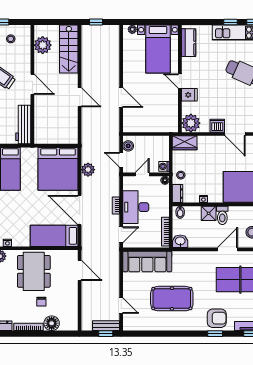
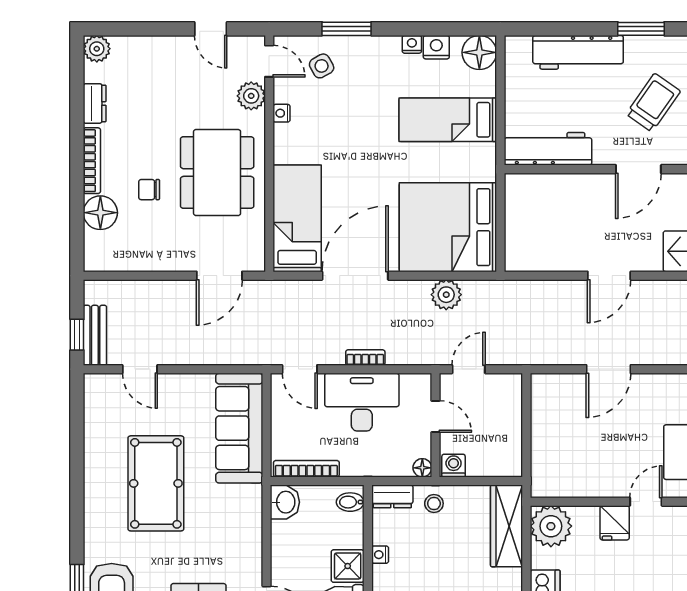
wardrobe: (185, 143) -> (507, 526), width x1.50
boiler: (128, 146) -> (500, 385), removed
dining table: (34, 271) -> (217, 173), turned 90
door: (121, 306) -> (140, 369), hinge flipped

